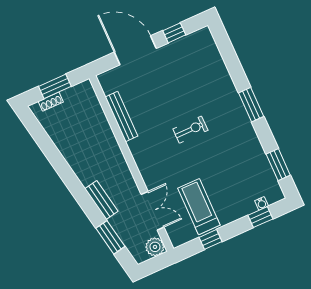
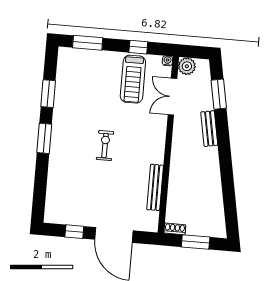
shoe rack: (51, 102) -> (175, 229), moved
exercise bike: (190, 130) -> (105, 146), turned 90
window: (278, 165) -> (48, 94), moved
water cooler: (262, 203) -> (167, 61), moved
window: (260, 217) -> (88, 43), width x1.50

